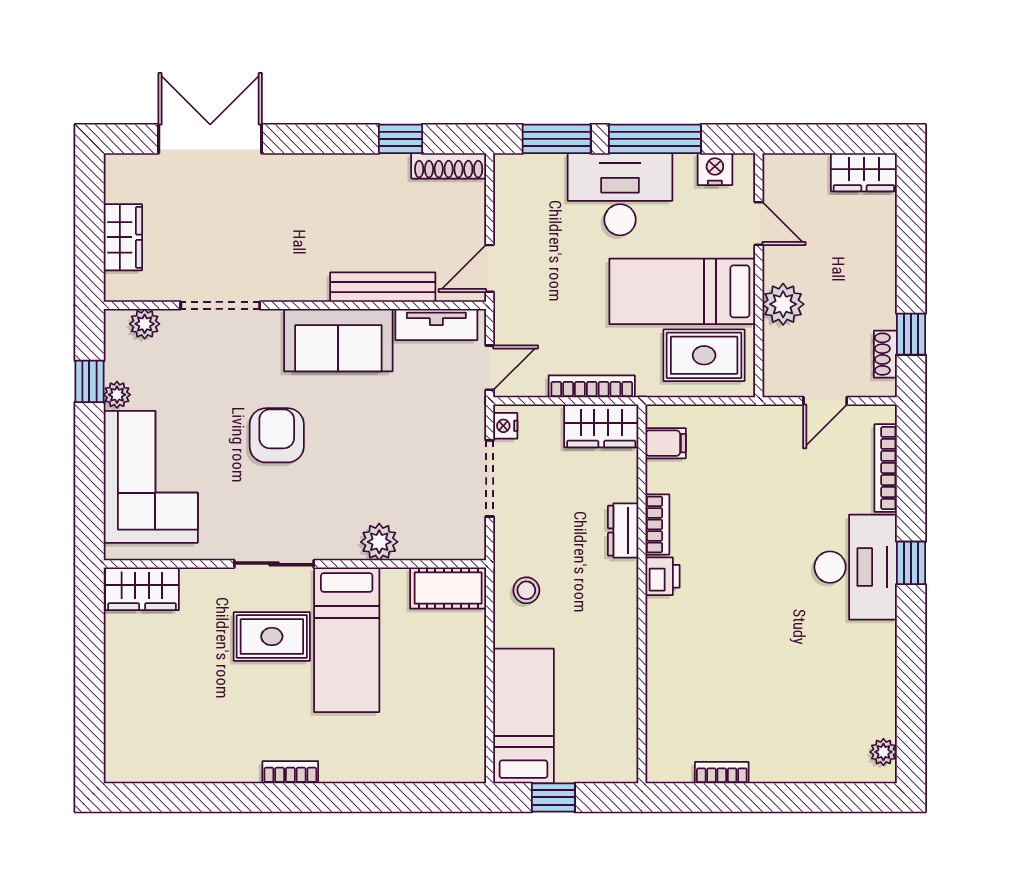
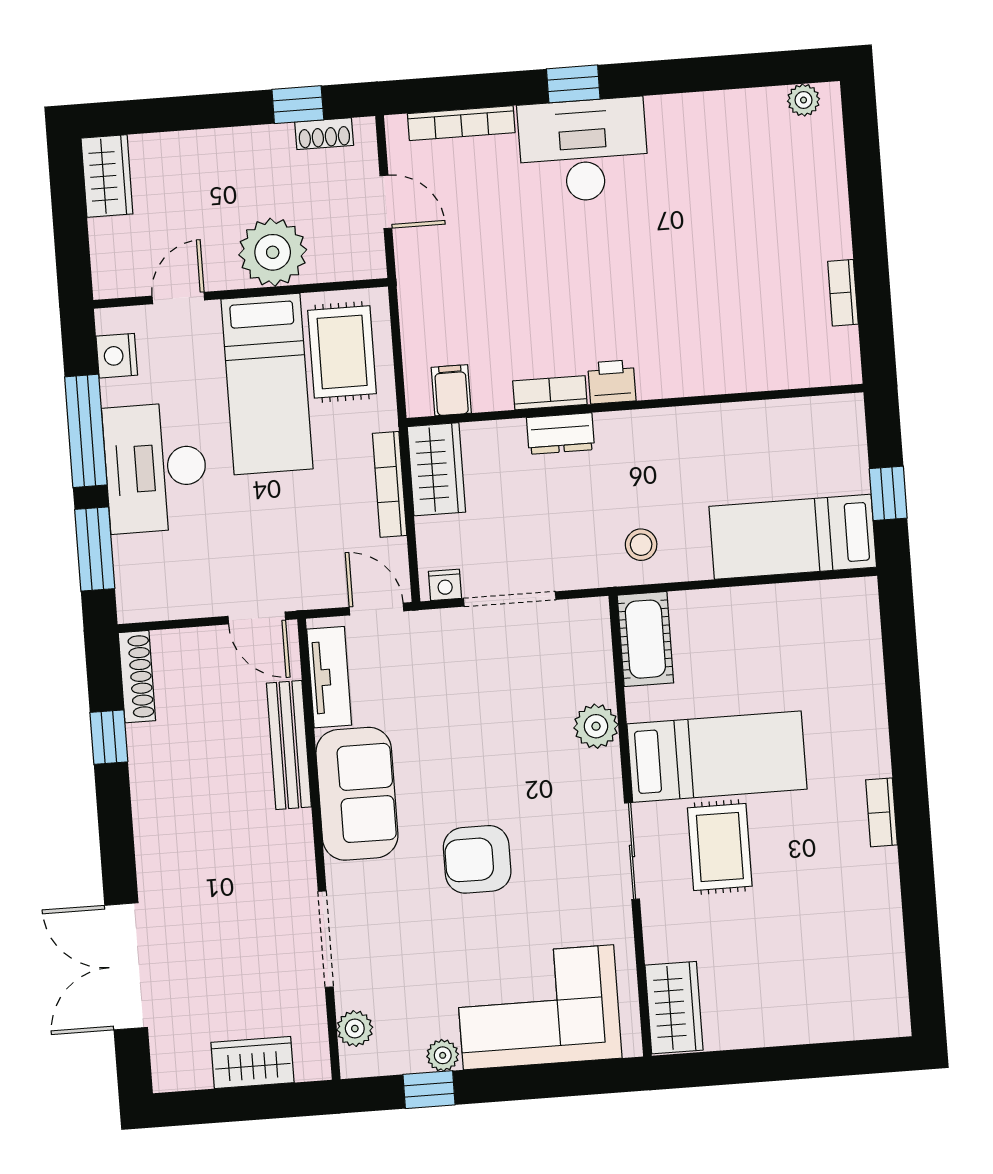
plant: (783, 304) -> (273, 252), width x1.36, depth x1.36

